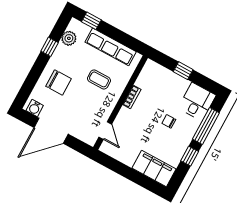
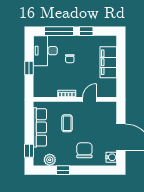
desk: (197, 102) -> (45, 51), width x1.37
door: (105, 131) -> (90, 99), moved
filing cabinet: (154, 169) -> (108, 62), moved

